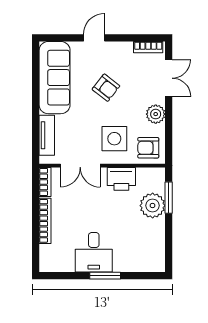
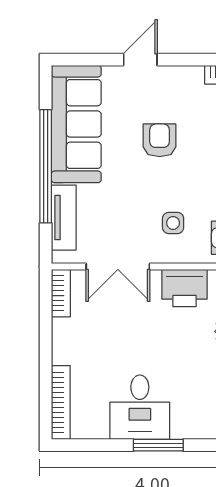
armchair: (106, 88) -> (160, 140), turned -128
window: (36, 104) -> (46, 166), added
side table: (114, 139) -> (173, 223), width x0.54, depth x0.54
bookcase: (45, 221) -> (61, 402), moved

